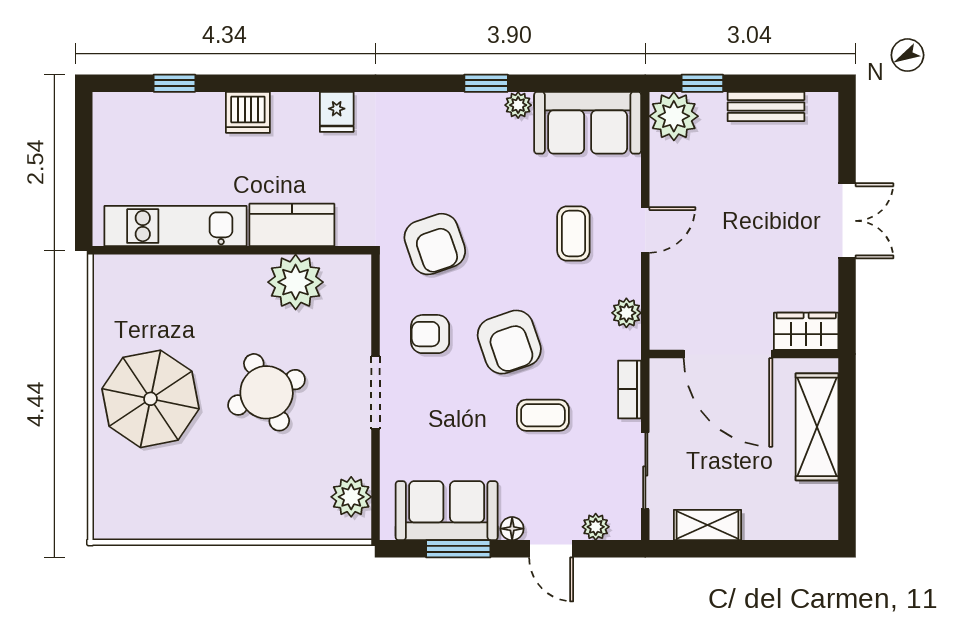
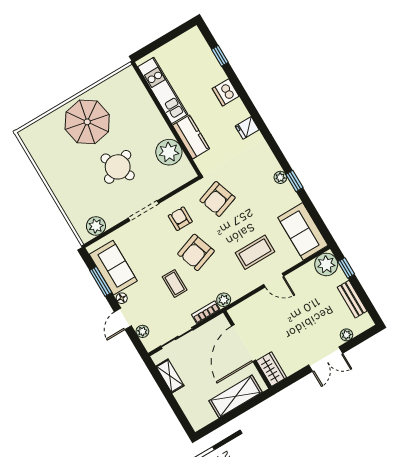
plant: (518, 105) -> (280, 177), moved
plant: (825, 156) -> (346, 335), added
coffee table: (573, 233) -> (255, 252), width x1.36, depth x1.30
plant: (626, 313) -> (224, 300), moved

